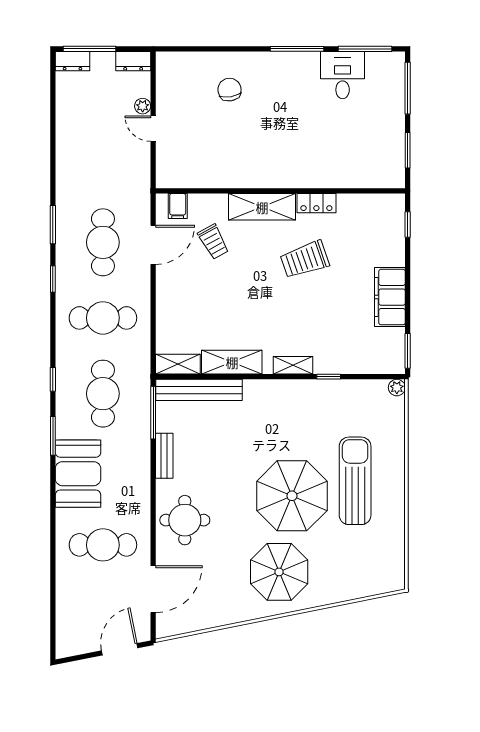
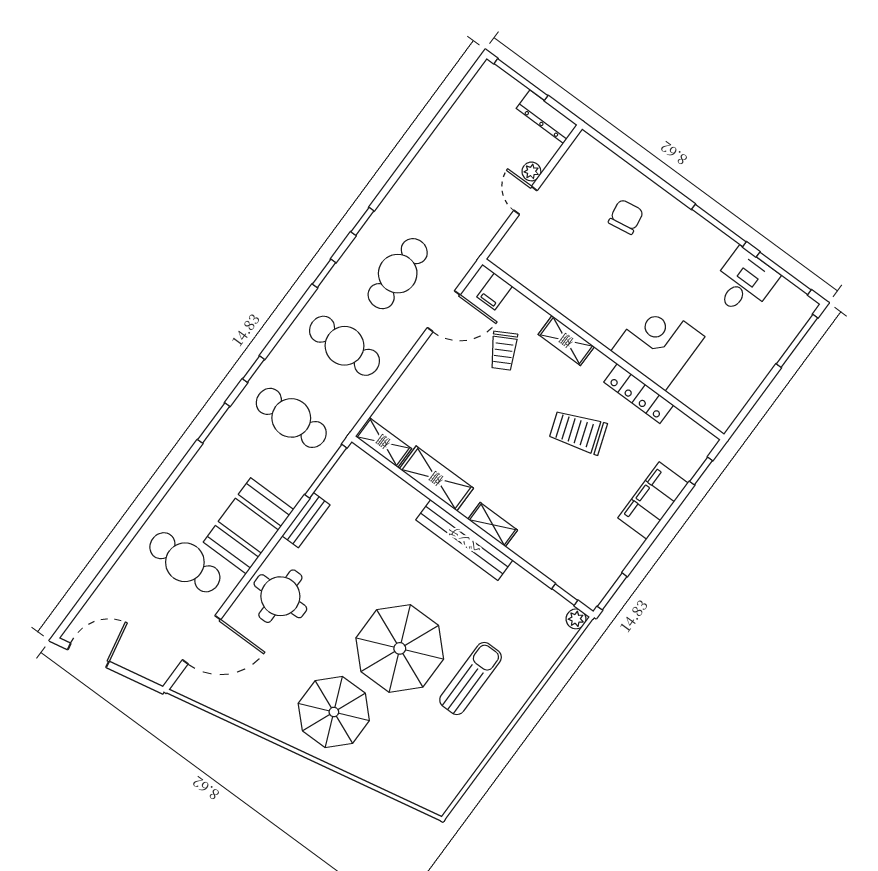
dresser: (72, 61) -> (496, 79), removed
dresser: (133, 61) -> (547, 117), width x1.44
window: (408, 150) -> (753, 400), removed
corner desk: (315, 160) -> (658, 344), added
locker: (316, 203) -> (639, 394), width x1.53
shelving: (262, 207) -> (566, 341), width x0.67, depth x0.75
window: (53, 225) -> (362, 221), width x0.67
filing cabinet: (390, 297) -> (653, 501), moved
window: (329, 377) -> (565, 595), moved
bench: (199, 390) -> (464, 540), moved
cafe table: (103, 394) -> (291, 418), turned 90
booth: (78, 474) -> (248, 526), moved
sun lounger: (355, 481) -> (471, 679), width x0.73, depth x0.75
door: (120, 649) -> (88, 655), moved

